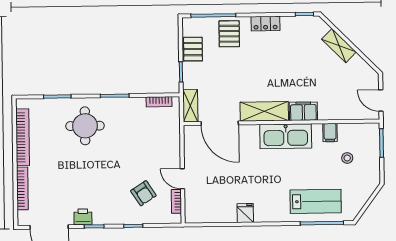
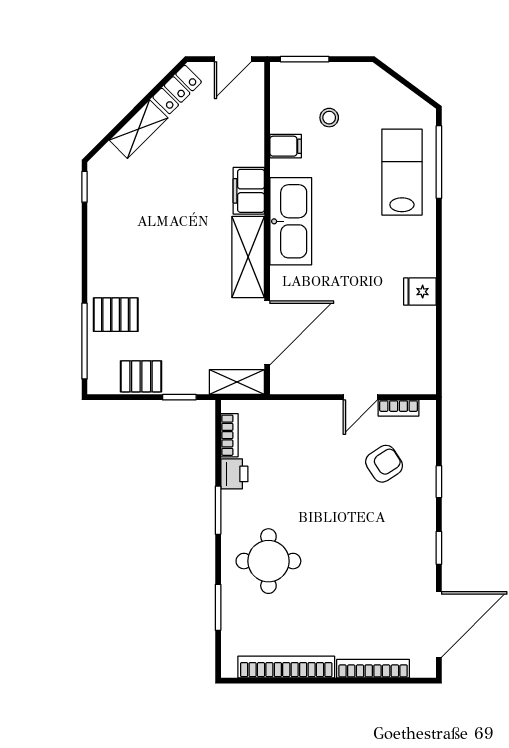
locker: (266, 24) -> (177, 89), moved, turned 45
printer: (83, 217) -> (234, 474), moved, turned 180

